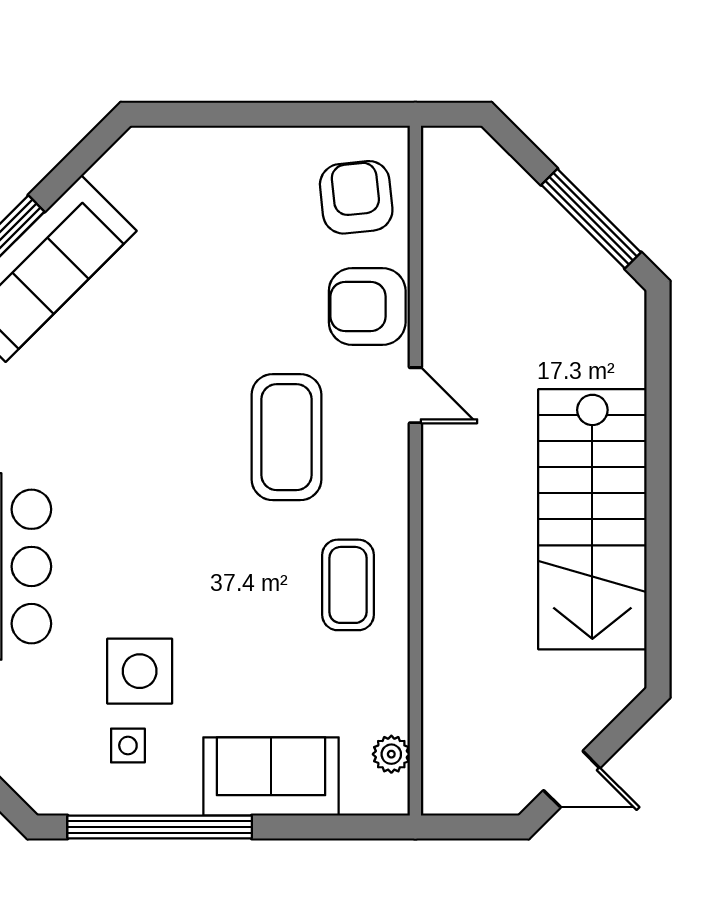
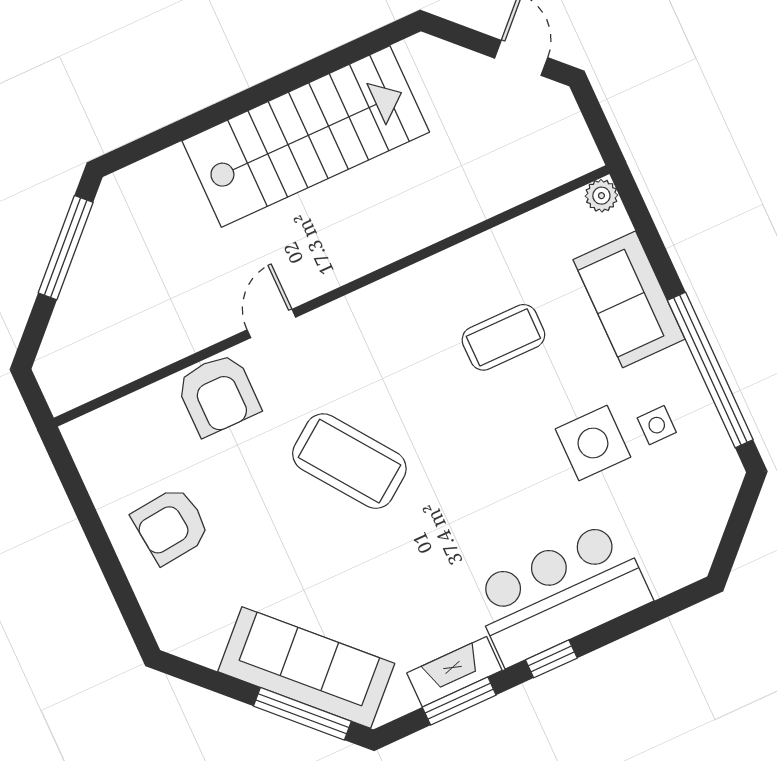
armchair: (356, 197) -> (171, 525), moved
coffee table: (287, 437) -> (349, 461), moved, turned 54
coffee table: (348, 585) -> (503, 337), moved
plant: (391, 754) -> (601, 196), moved

